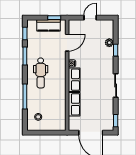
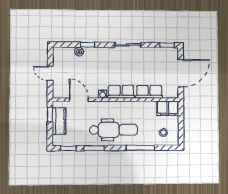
dental chair: (41, 73) -> (114, 130), width x1.36, depth x1.38
filing cabinet: (59, 121) -> (168, 108), added

